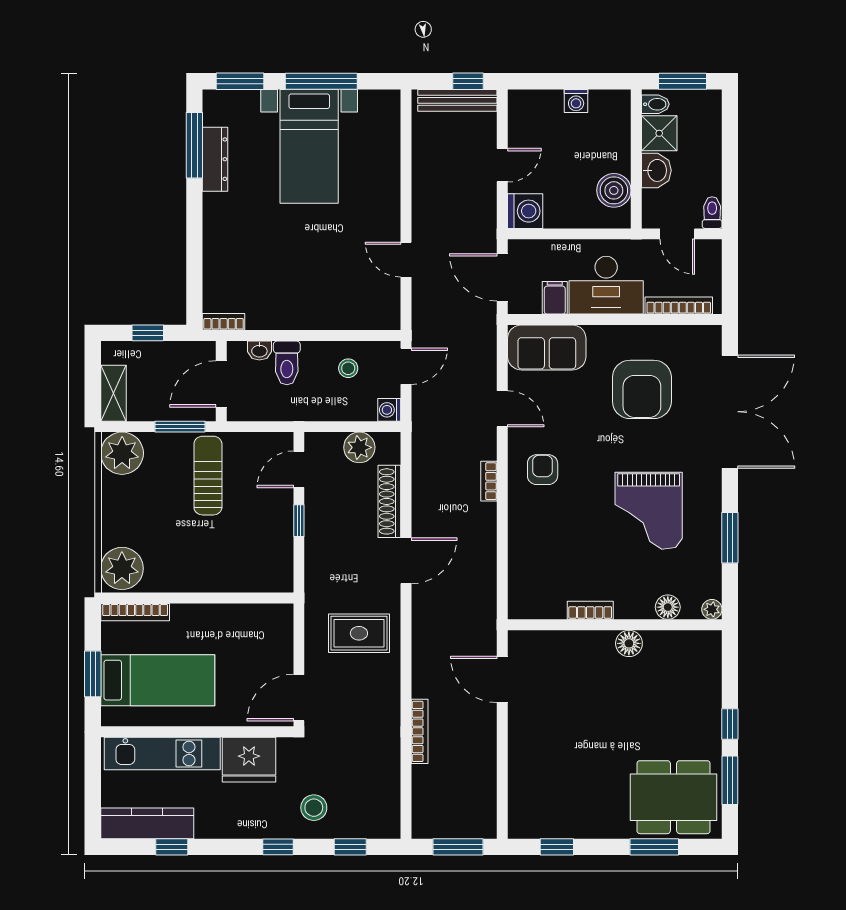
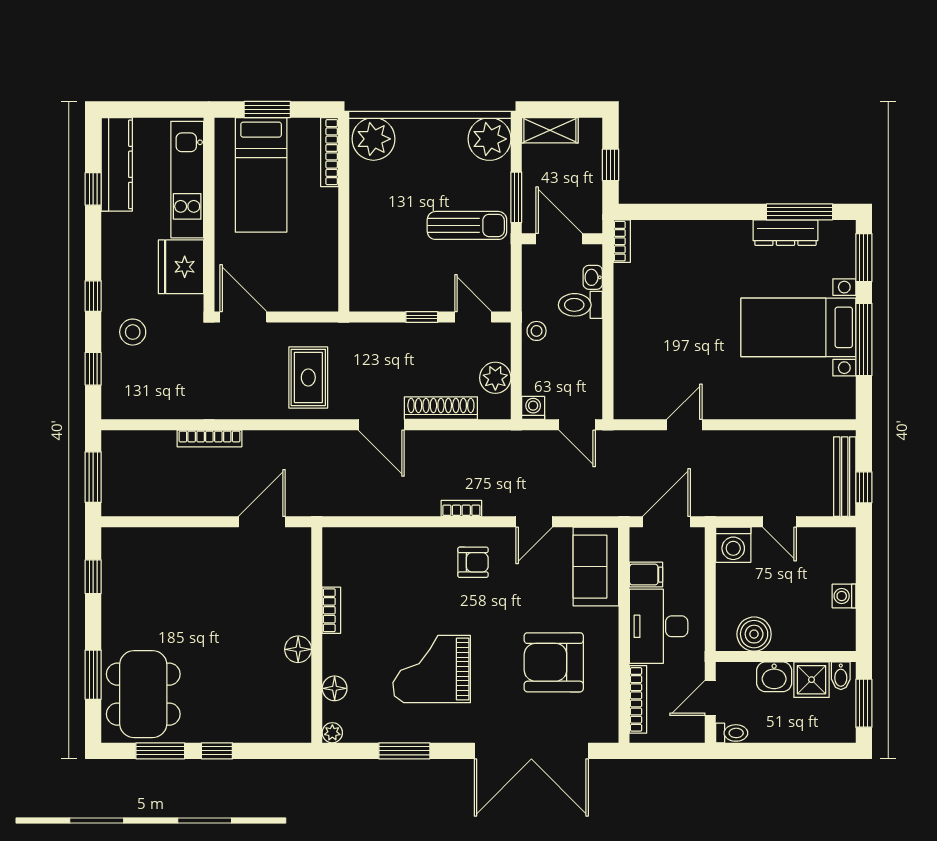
stool: (348, 368) -> (537, 331), moved

